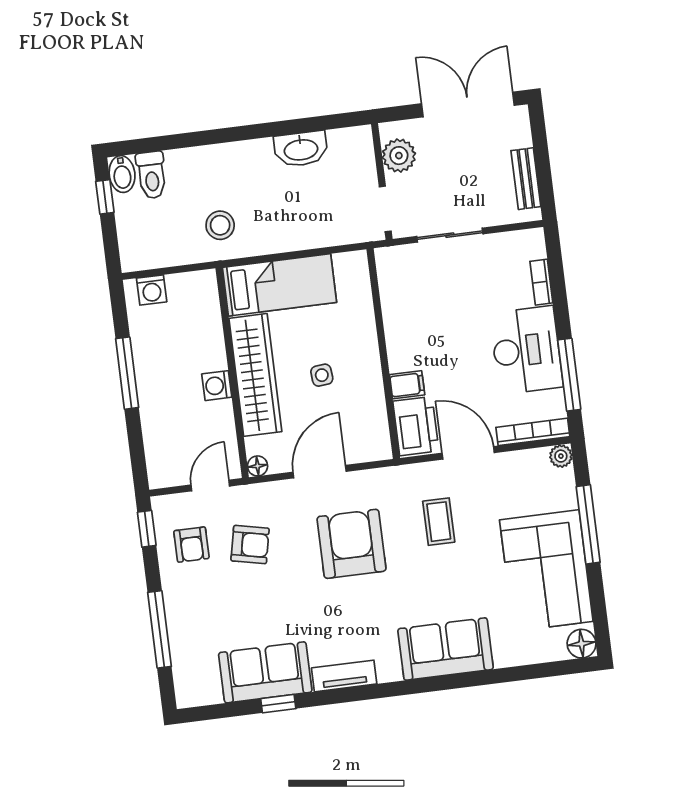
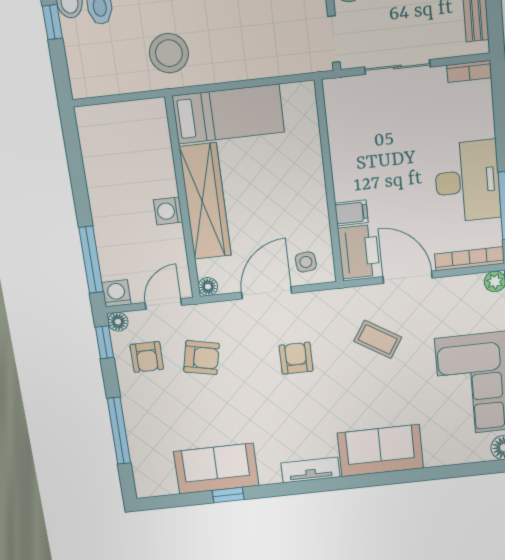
stool: (220, 225) -> (169, 53), width x1.38, depth x1.38
bookcase: (541, 282) -> (469, 71), moved, turned -90
washing machine: (152, 290) -> (116, 293), moved, turned 180
window: (127, 373) -> (91, 260), moved
side table: (322, 375) -> (306, 262), moved
floor lamp: (162, 506) -> (118, 322), added
coffee table: (439, 522) -> (378, 339), turned -58
armchair: (352, 544) -> (296, 358), width x0.53, depth x0.53
tv unit: (344, 676) -> (310, 470), moved

